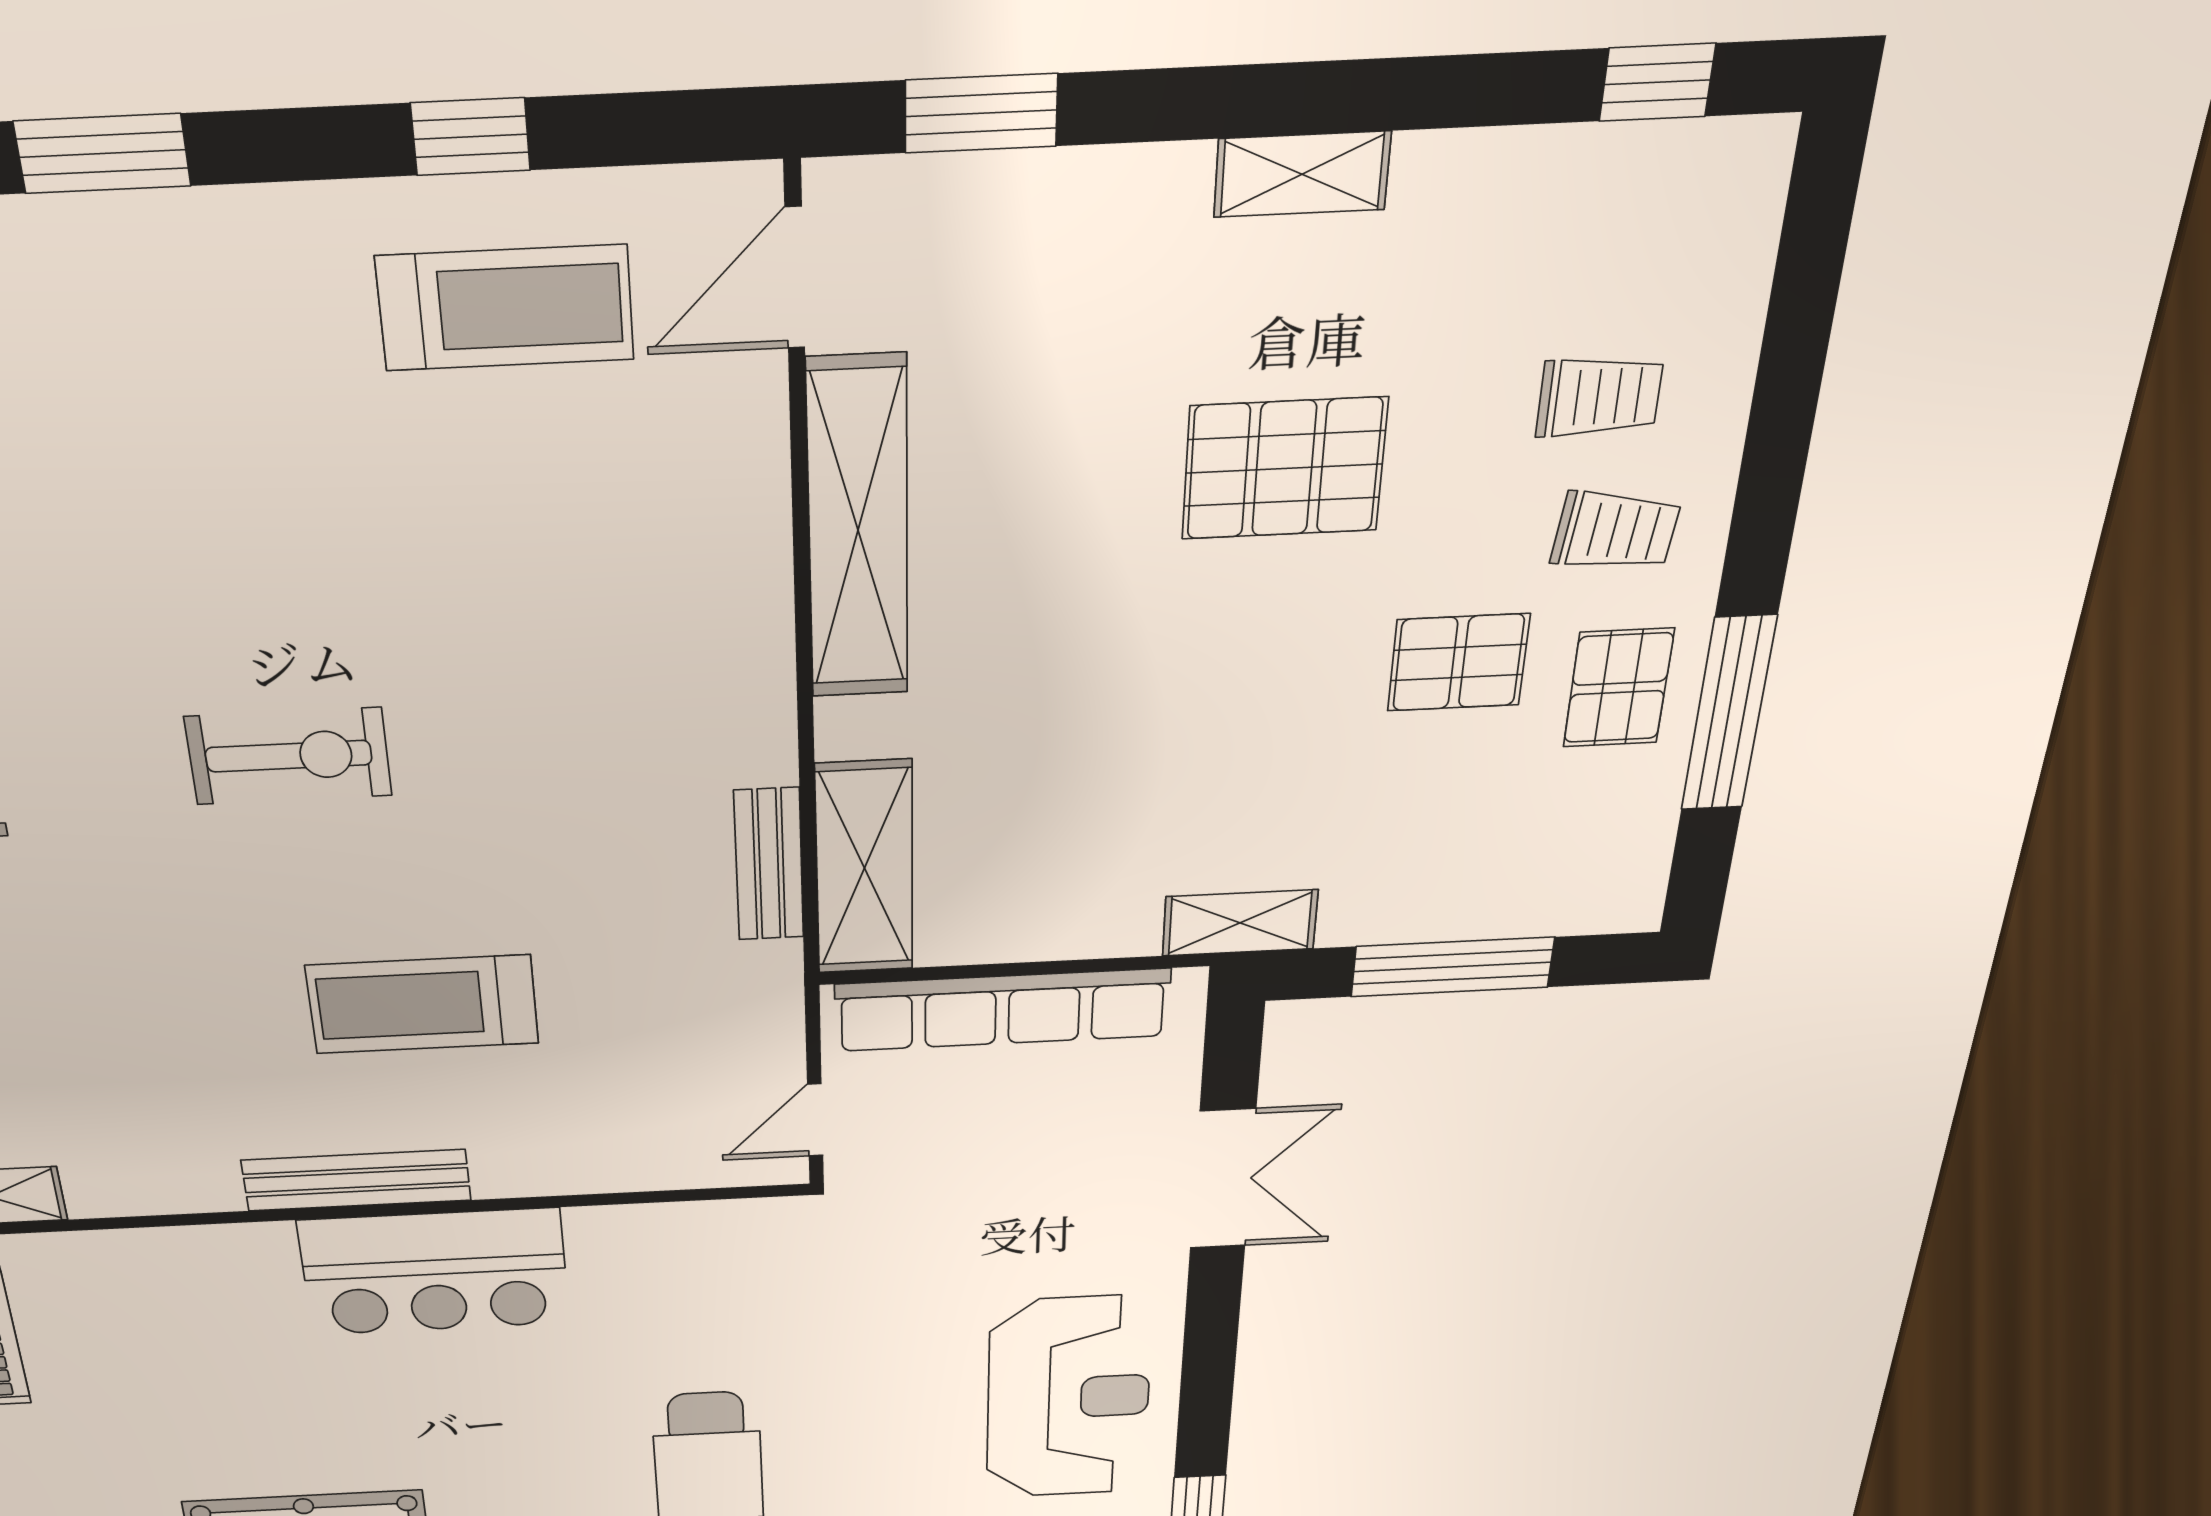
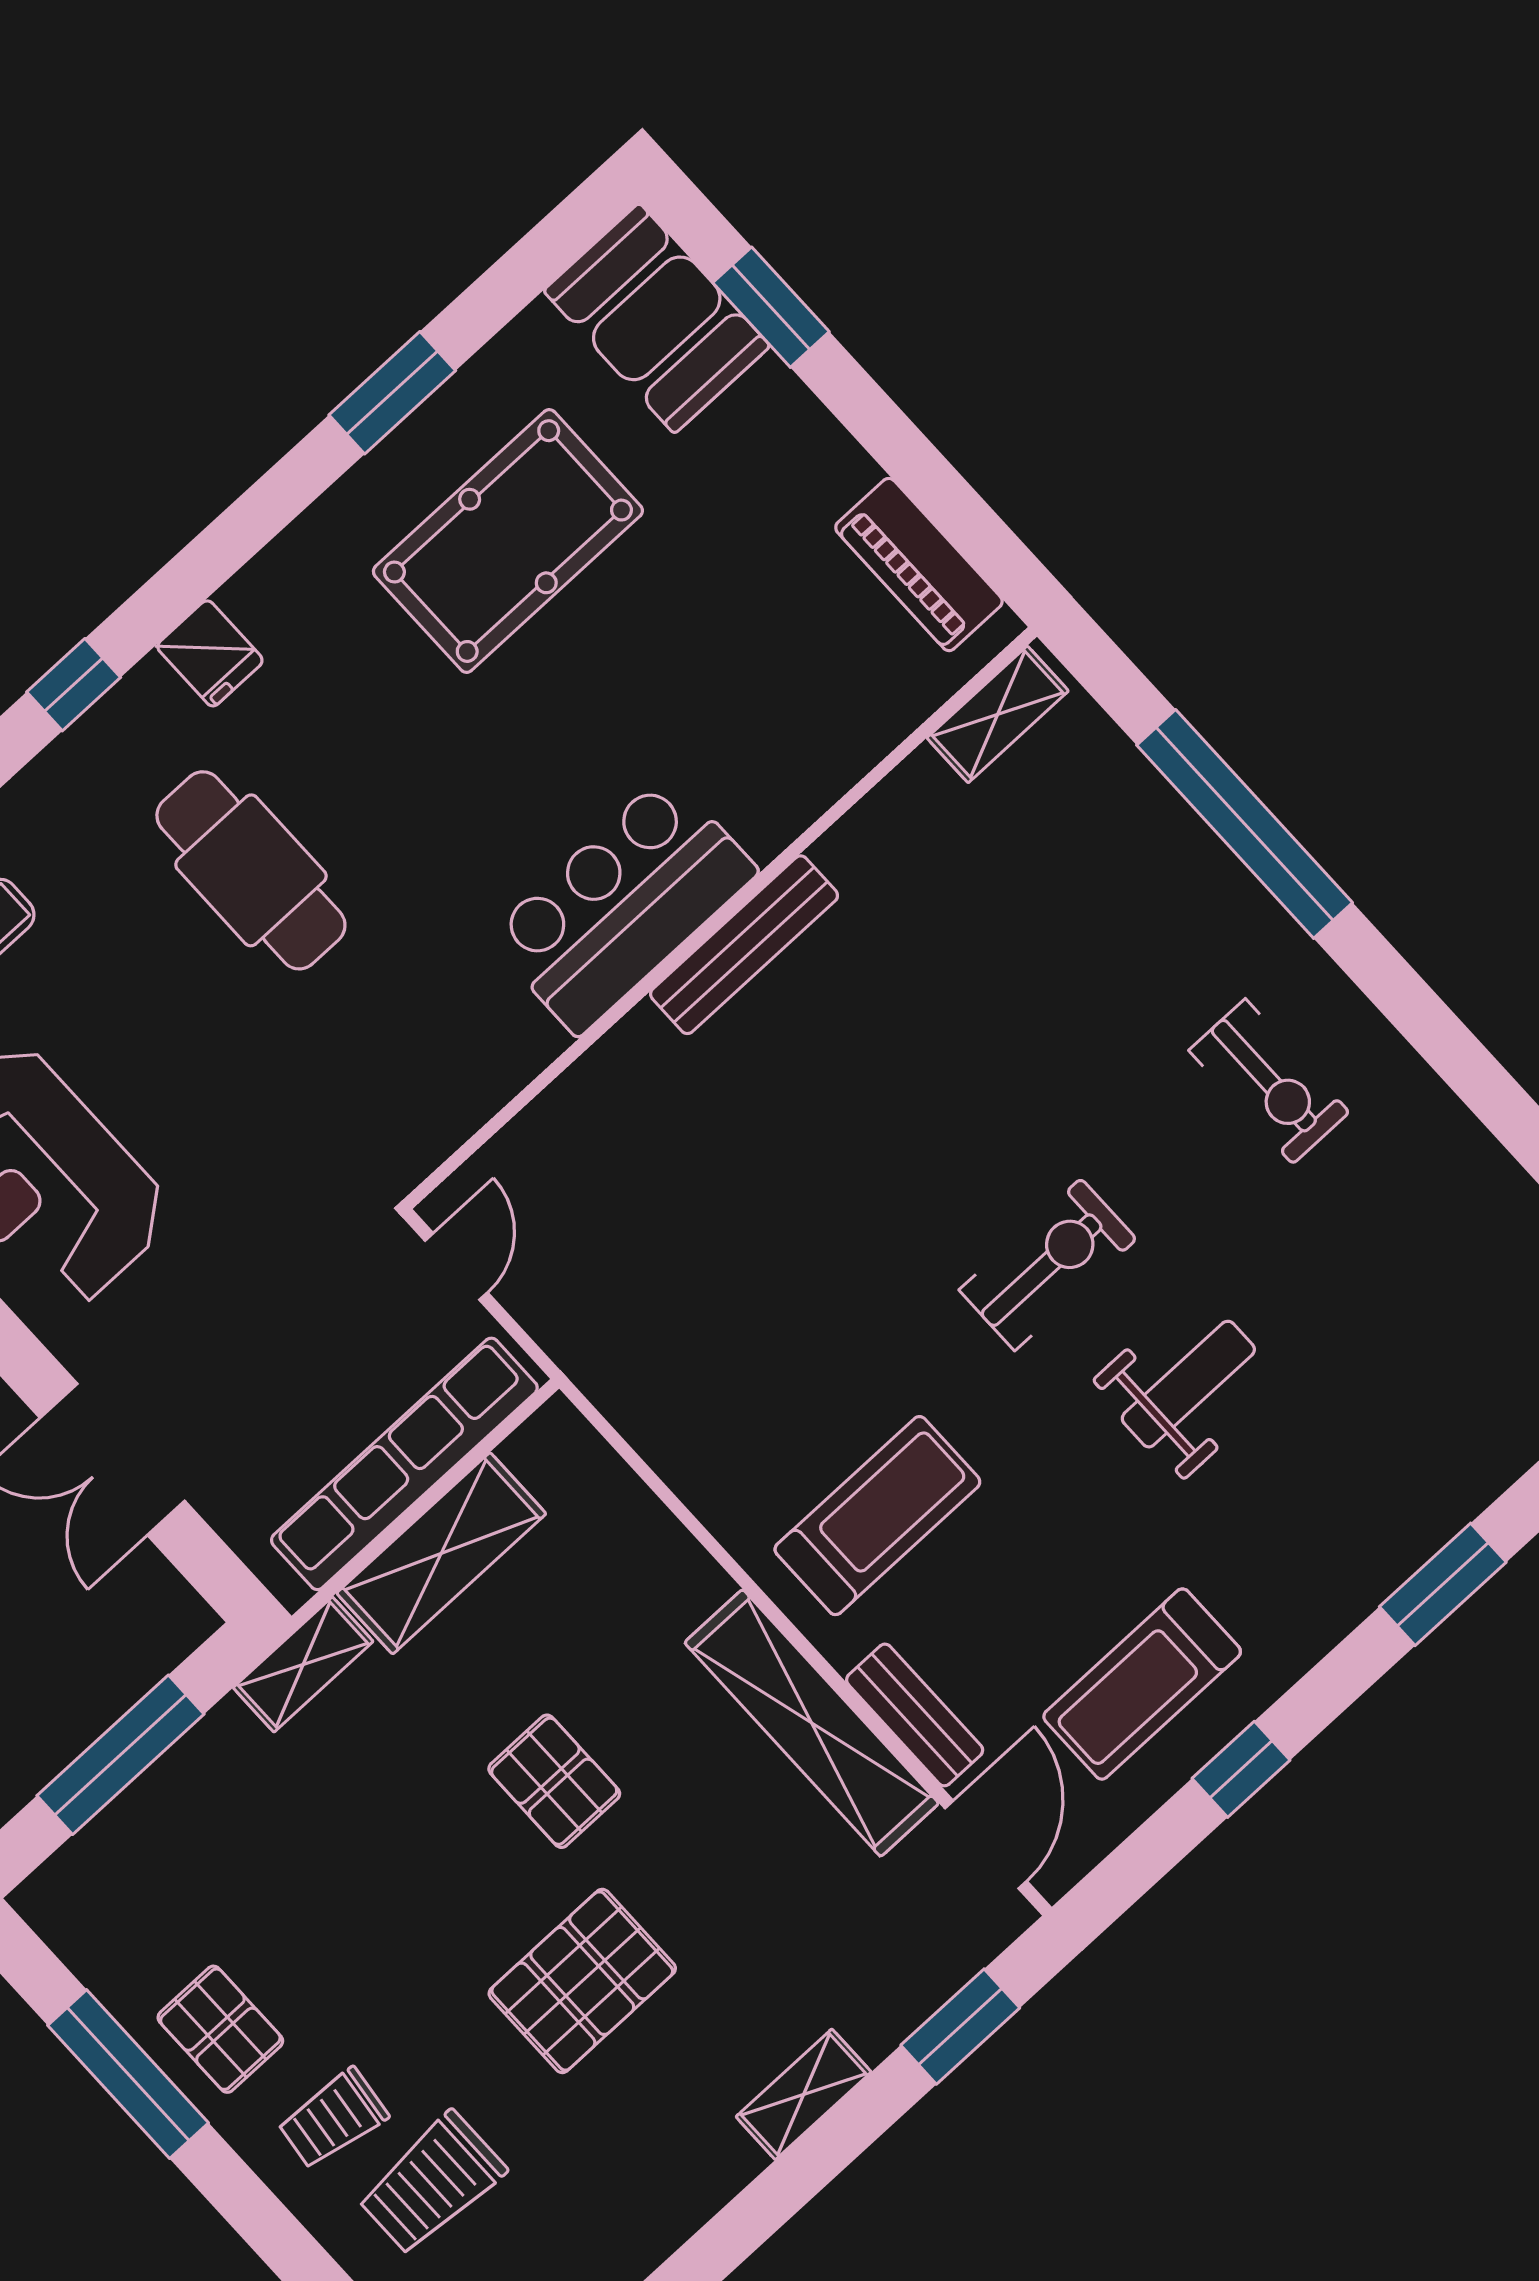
shelving: (1302, 174) -> (804, 2094), moved
trolley: (1599, 397) -> (432, 2183), width x1.36, depth x1.39
weight bench: (232, 554) -> (1188, 1384), added
pallet: (1458, 662) -> (554, 1781), moved, turned 90
exercise bike: (289, 756) -> (1048, 1265), turned 180
bench: (769, 864) -> (915, 1715), moved
shelving: (864, 868) -> (441, 1553), moved, turned 90
treadmill: (423, 1004) -> (877, 1516), moved

